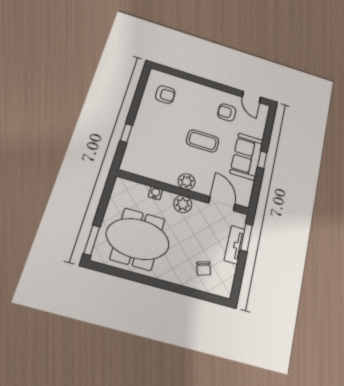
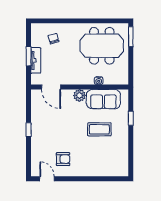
armchair: (165, 95) -> (112, 158), removed
coffee table: (203, 141) -> (99, 129), moved
sofa: (247, 156) -> (103, 99), moved, turned 90
plant: (183, 204) -> (78, 78), removed
window: (246, 237) -> (29, 56), moved

